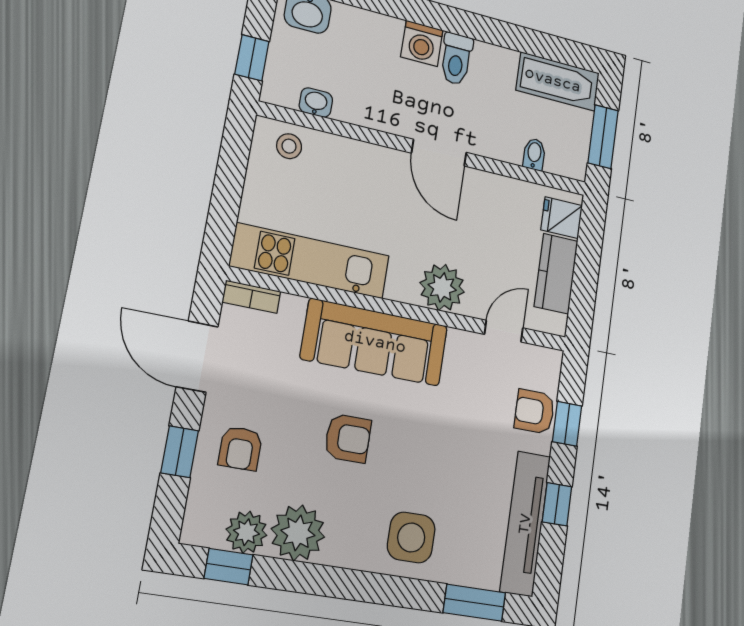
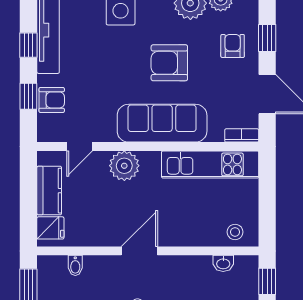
door: (439, 153) -> (139, 251), hinge flipped
armchair: (348, 438) -> (169, 63), width x1.38, depth x1.38

